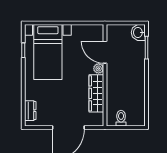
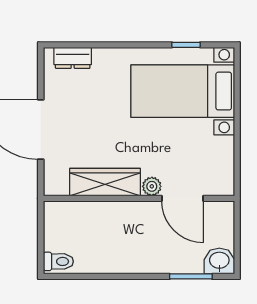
door: (105, 52) -> (182, 198), swing flipped
toilet: (121, 118) -> (58, 261), moved

